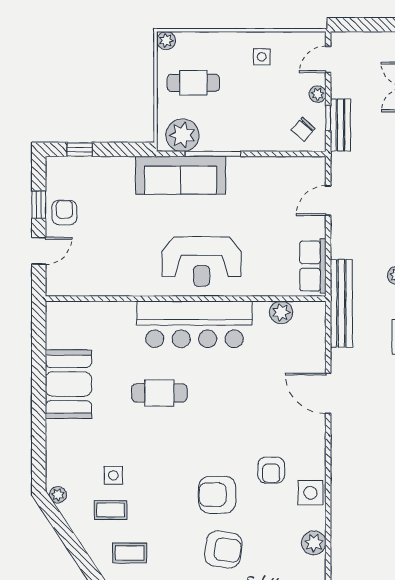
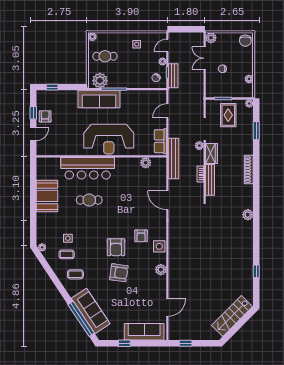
reception desk: (202, 262) -> (109, 139), width x1.36, depth x1.30
bar counter: (194, 324) -> (88, 168), moved
armchair: (217, 495) -> (116, 247), turned -90

